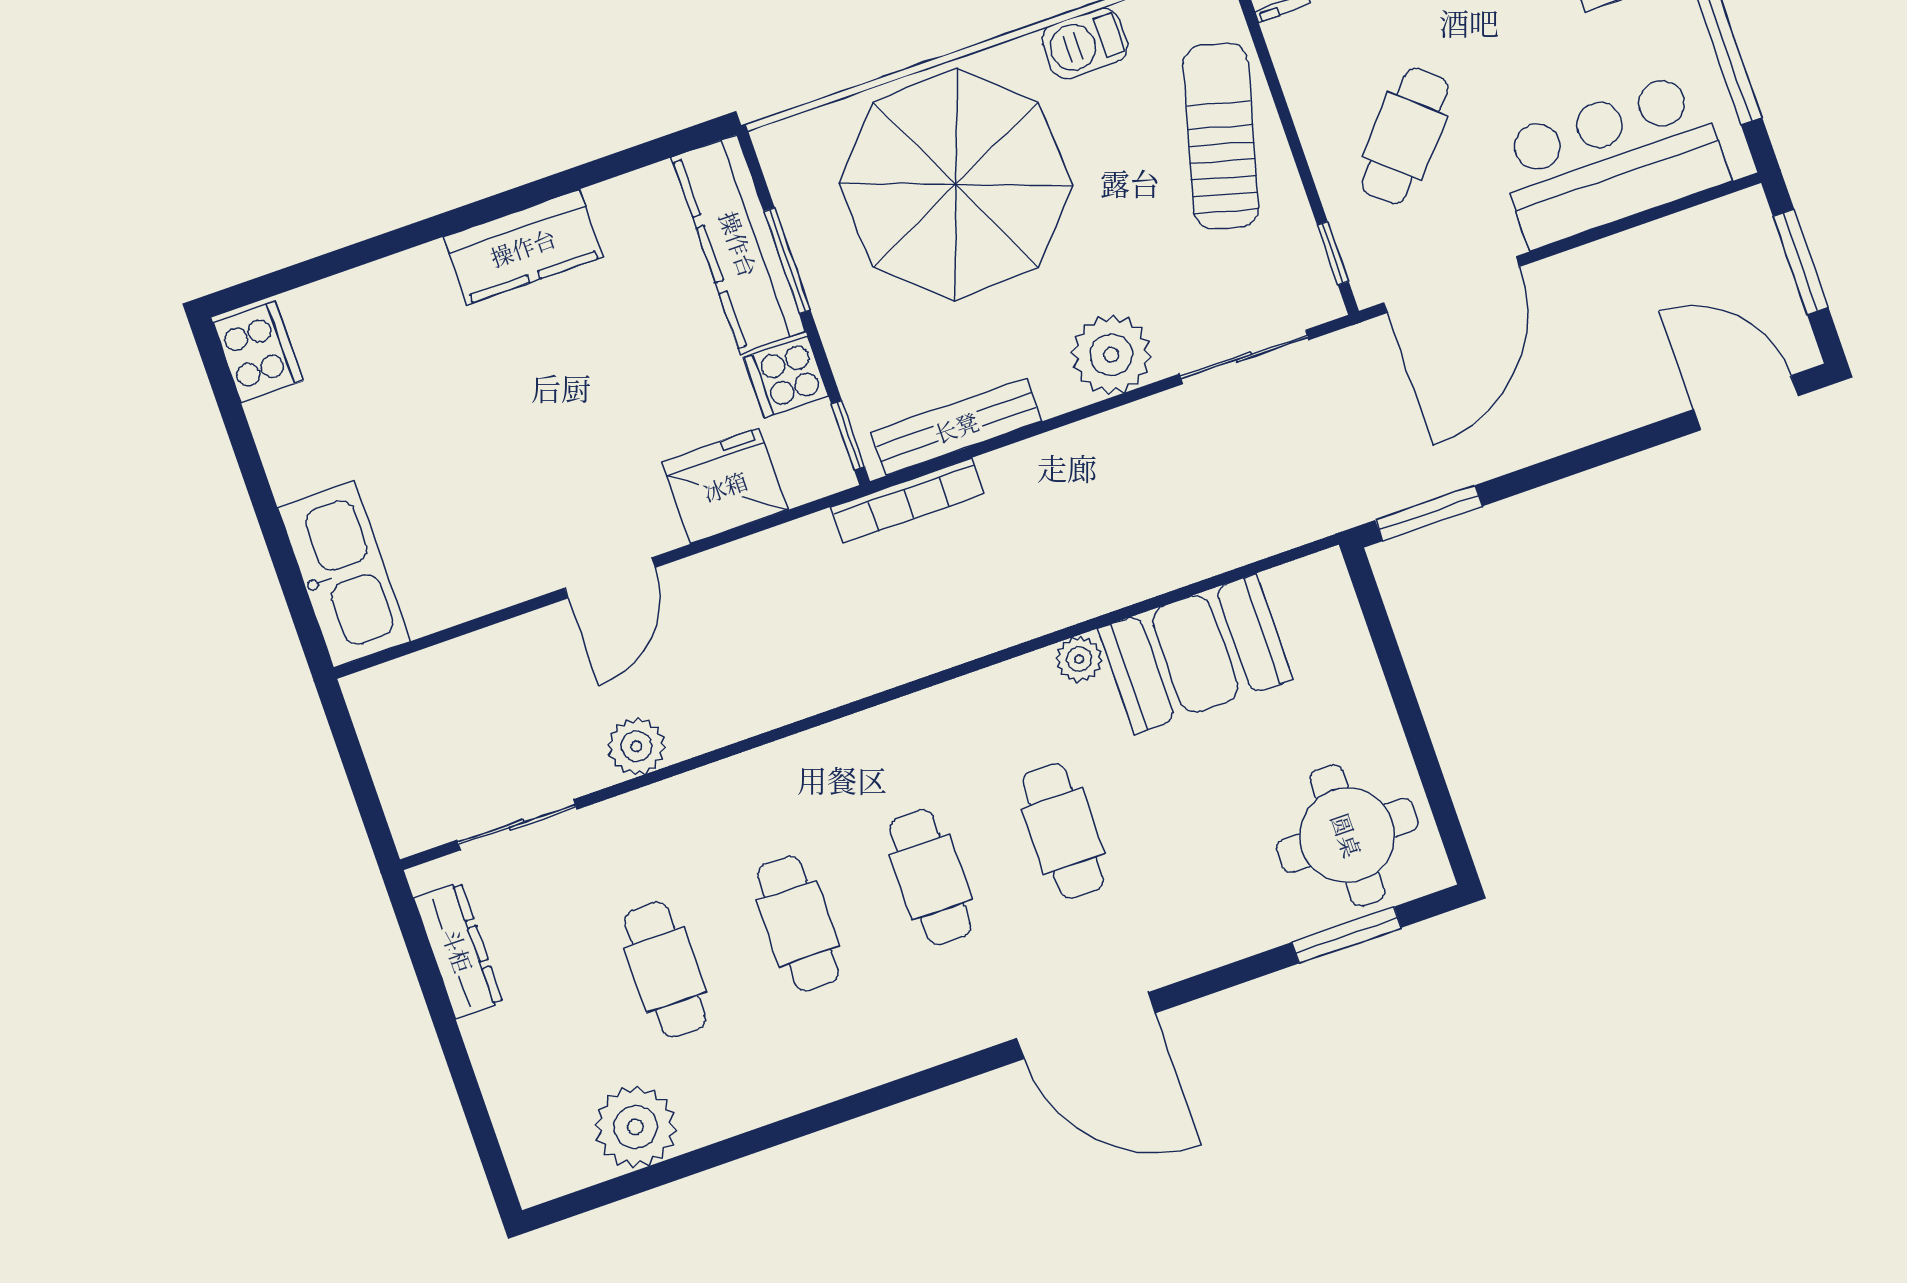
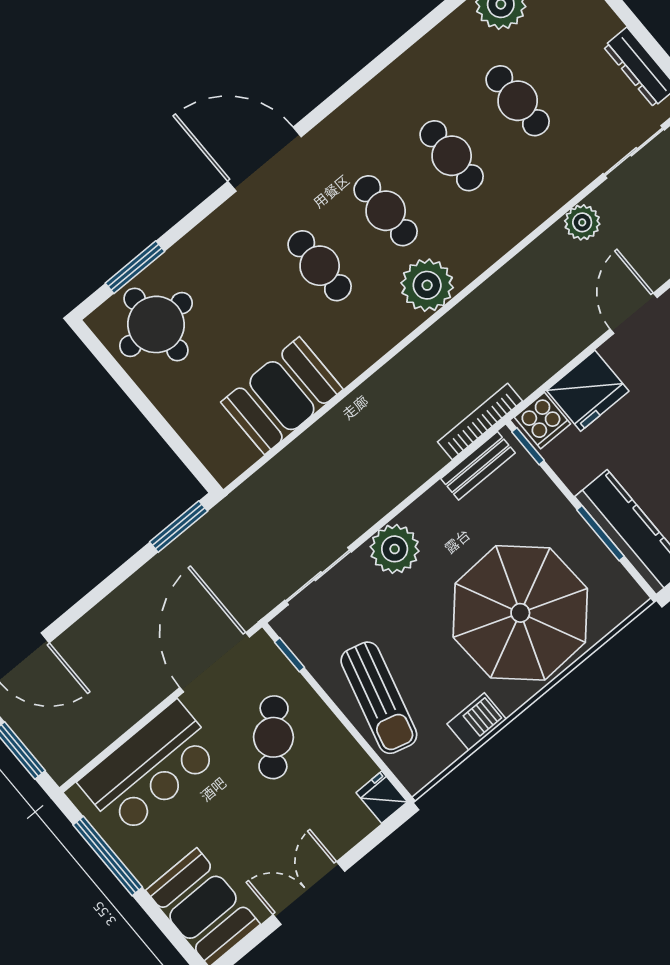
cooker: (786, 377) -> (542, 421), moved, turned 90
bench: (956, 427) -> (478, 466), width x0.73
plant: (1079, 659) -> (427, 285), moved, width x1.88, depth x1.88

